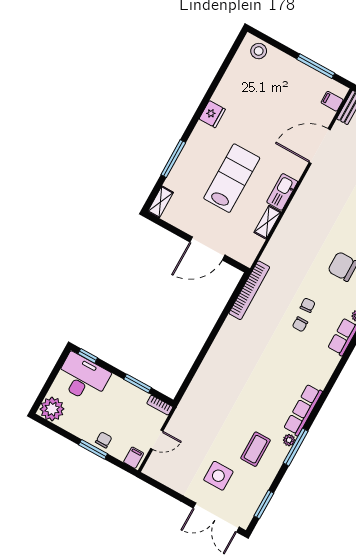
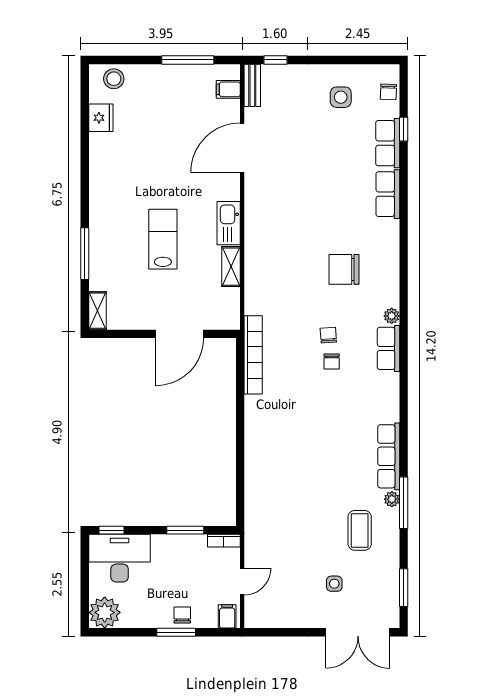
fridge: (212, 114) -> (101, 118), moved
lab bench: (232, 178) -> (163, 239), width x0.73, depth x0.72
side table: (218, 476) -> (334, 584), width x0.54, depth x0.54

